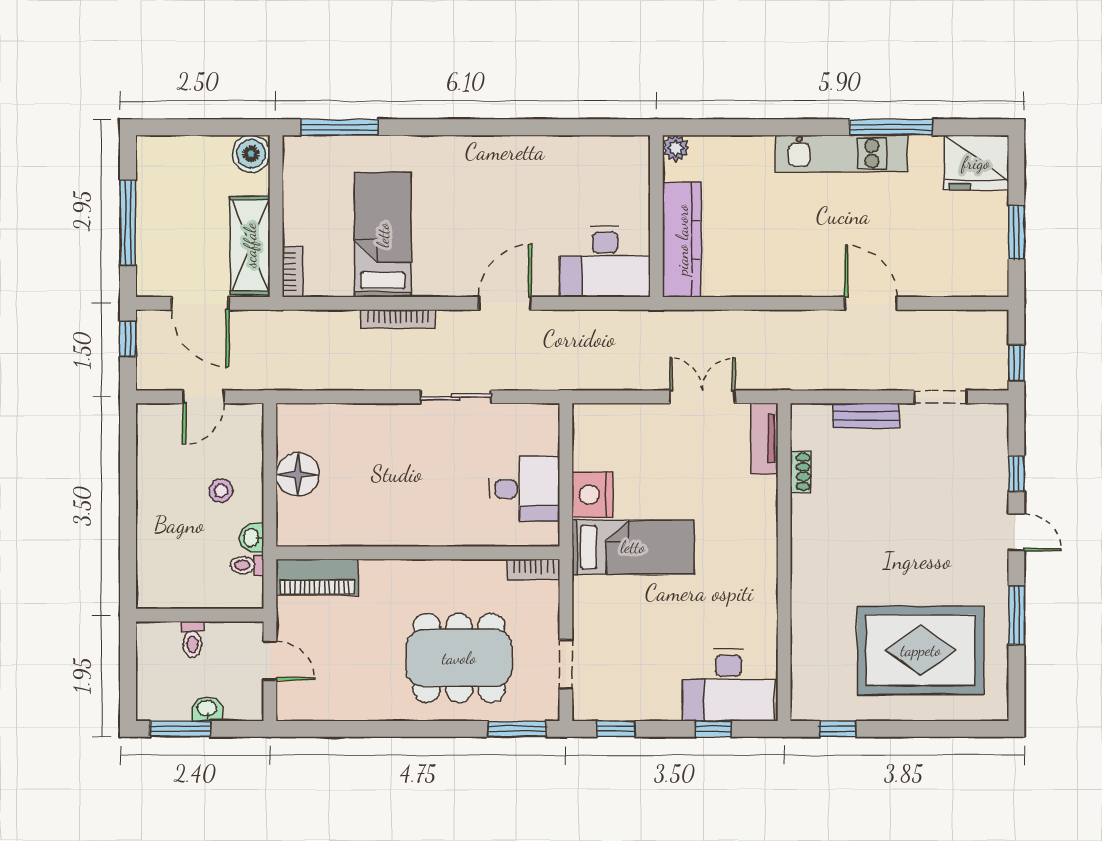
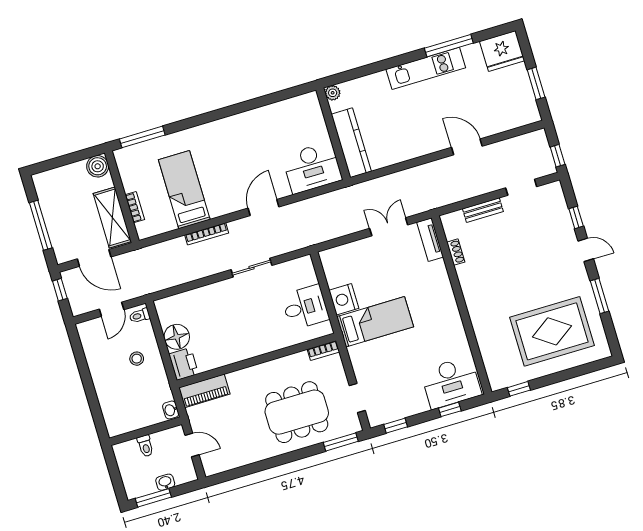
bookcase: (292, 272) -> (135, 207), moved
printer: (296, 523) -> (184, 364), added
washbasin: (252, 538) -> (171, 410), moved
toilet: (247, 565) -> (140, 316), moved

